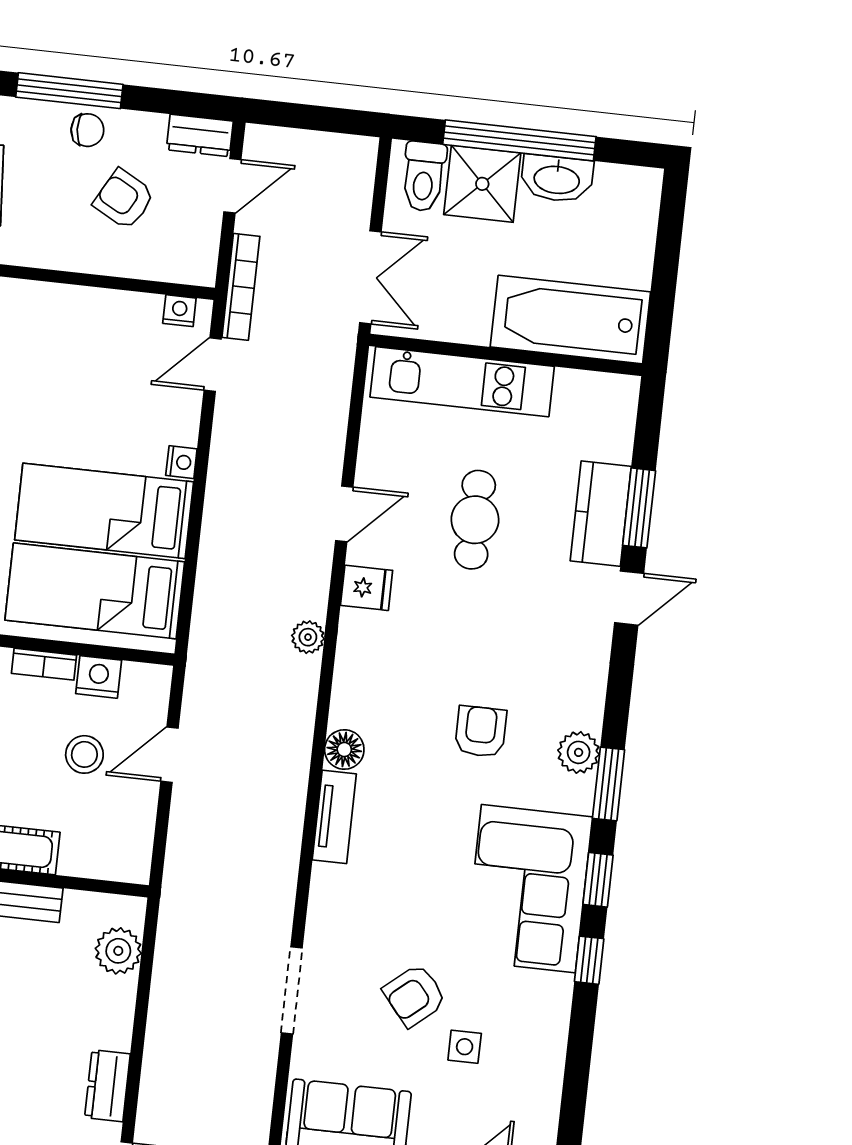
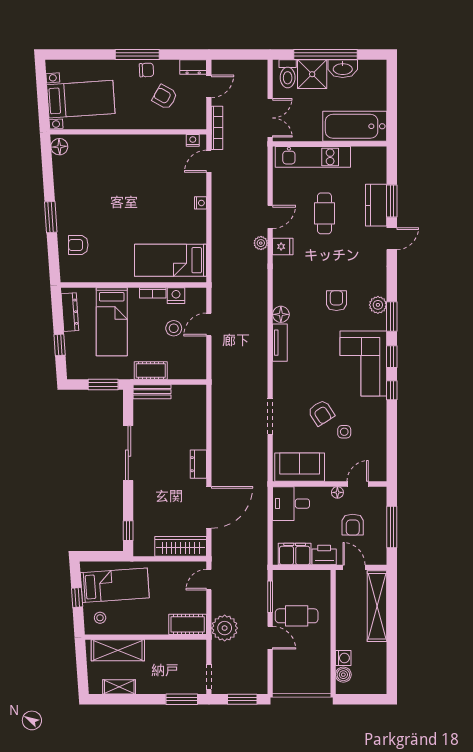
bed: (104, 511) -> (171, 227), removed
plant: (308, 637) -> (261, 243), moved
plant: (118, 951) -> (197, 408), removed
armchair: (415, 995) -> (321, 413), turned -83

